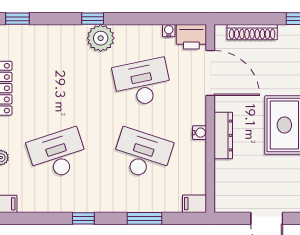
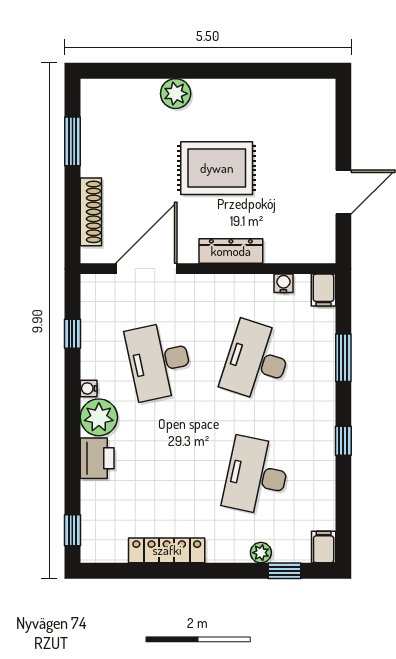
window: (93, 19) -> (72, 334), moved
water cooler: (169, 31) -> (89, 388), moved
printer: (191, 37) -> (97, 458), moved
water cooler: (200, 133) -> (283, 283), moved
desk: (57, 154) -> (257, 476), turned 30

